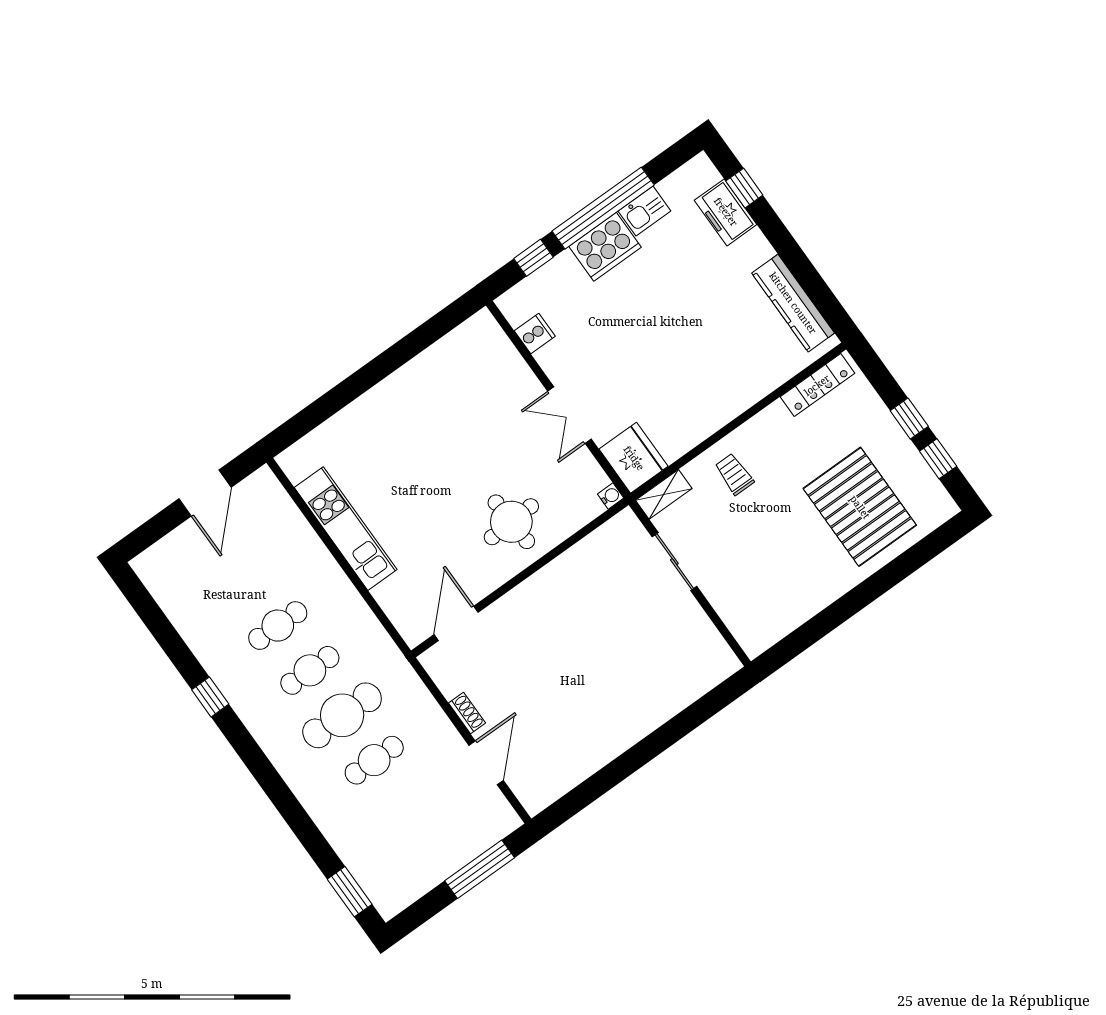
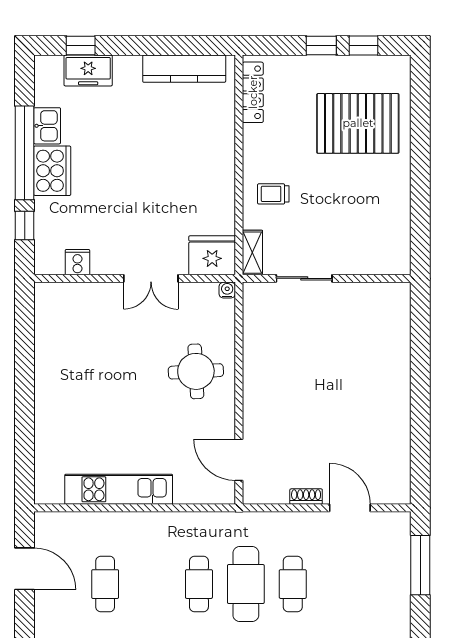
cafe table: (278, 626) -> (105, 584), moved

